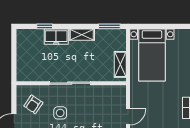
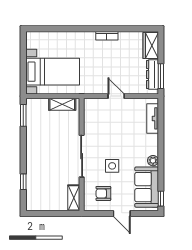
shelving: (82, 35) -> (74, 198), moved
freezer: (56, 37) -> (34, 170), removed
armchair: (33, 104) -> (103, 193), turned 146

